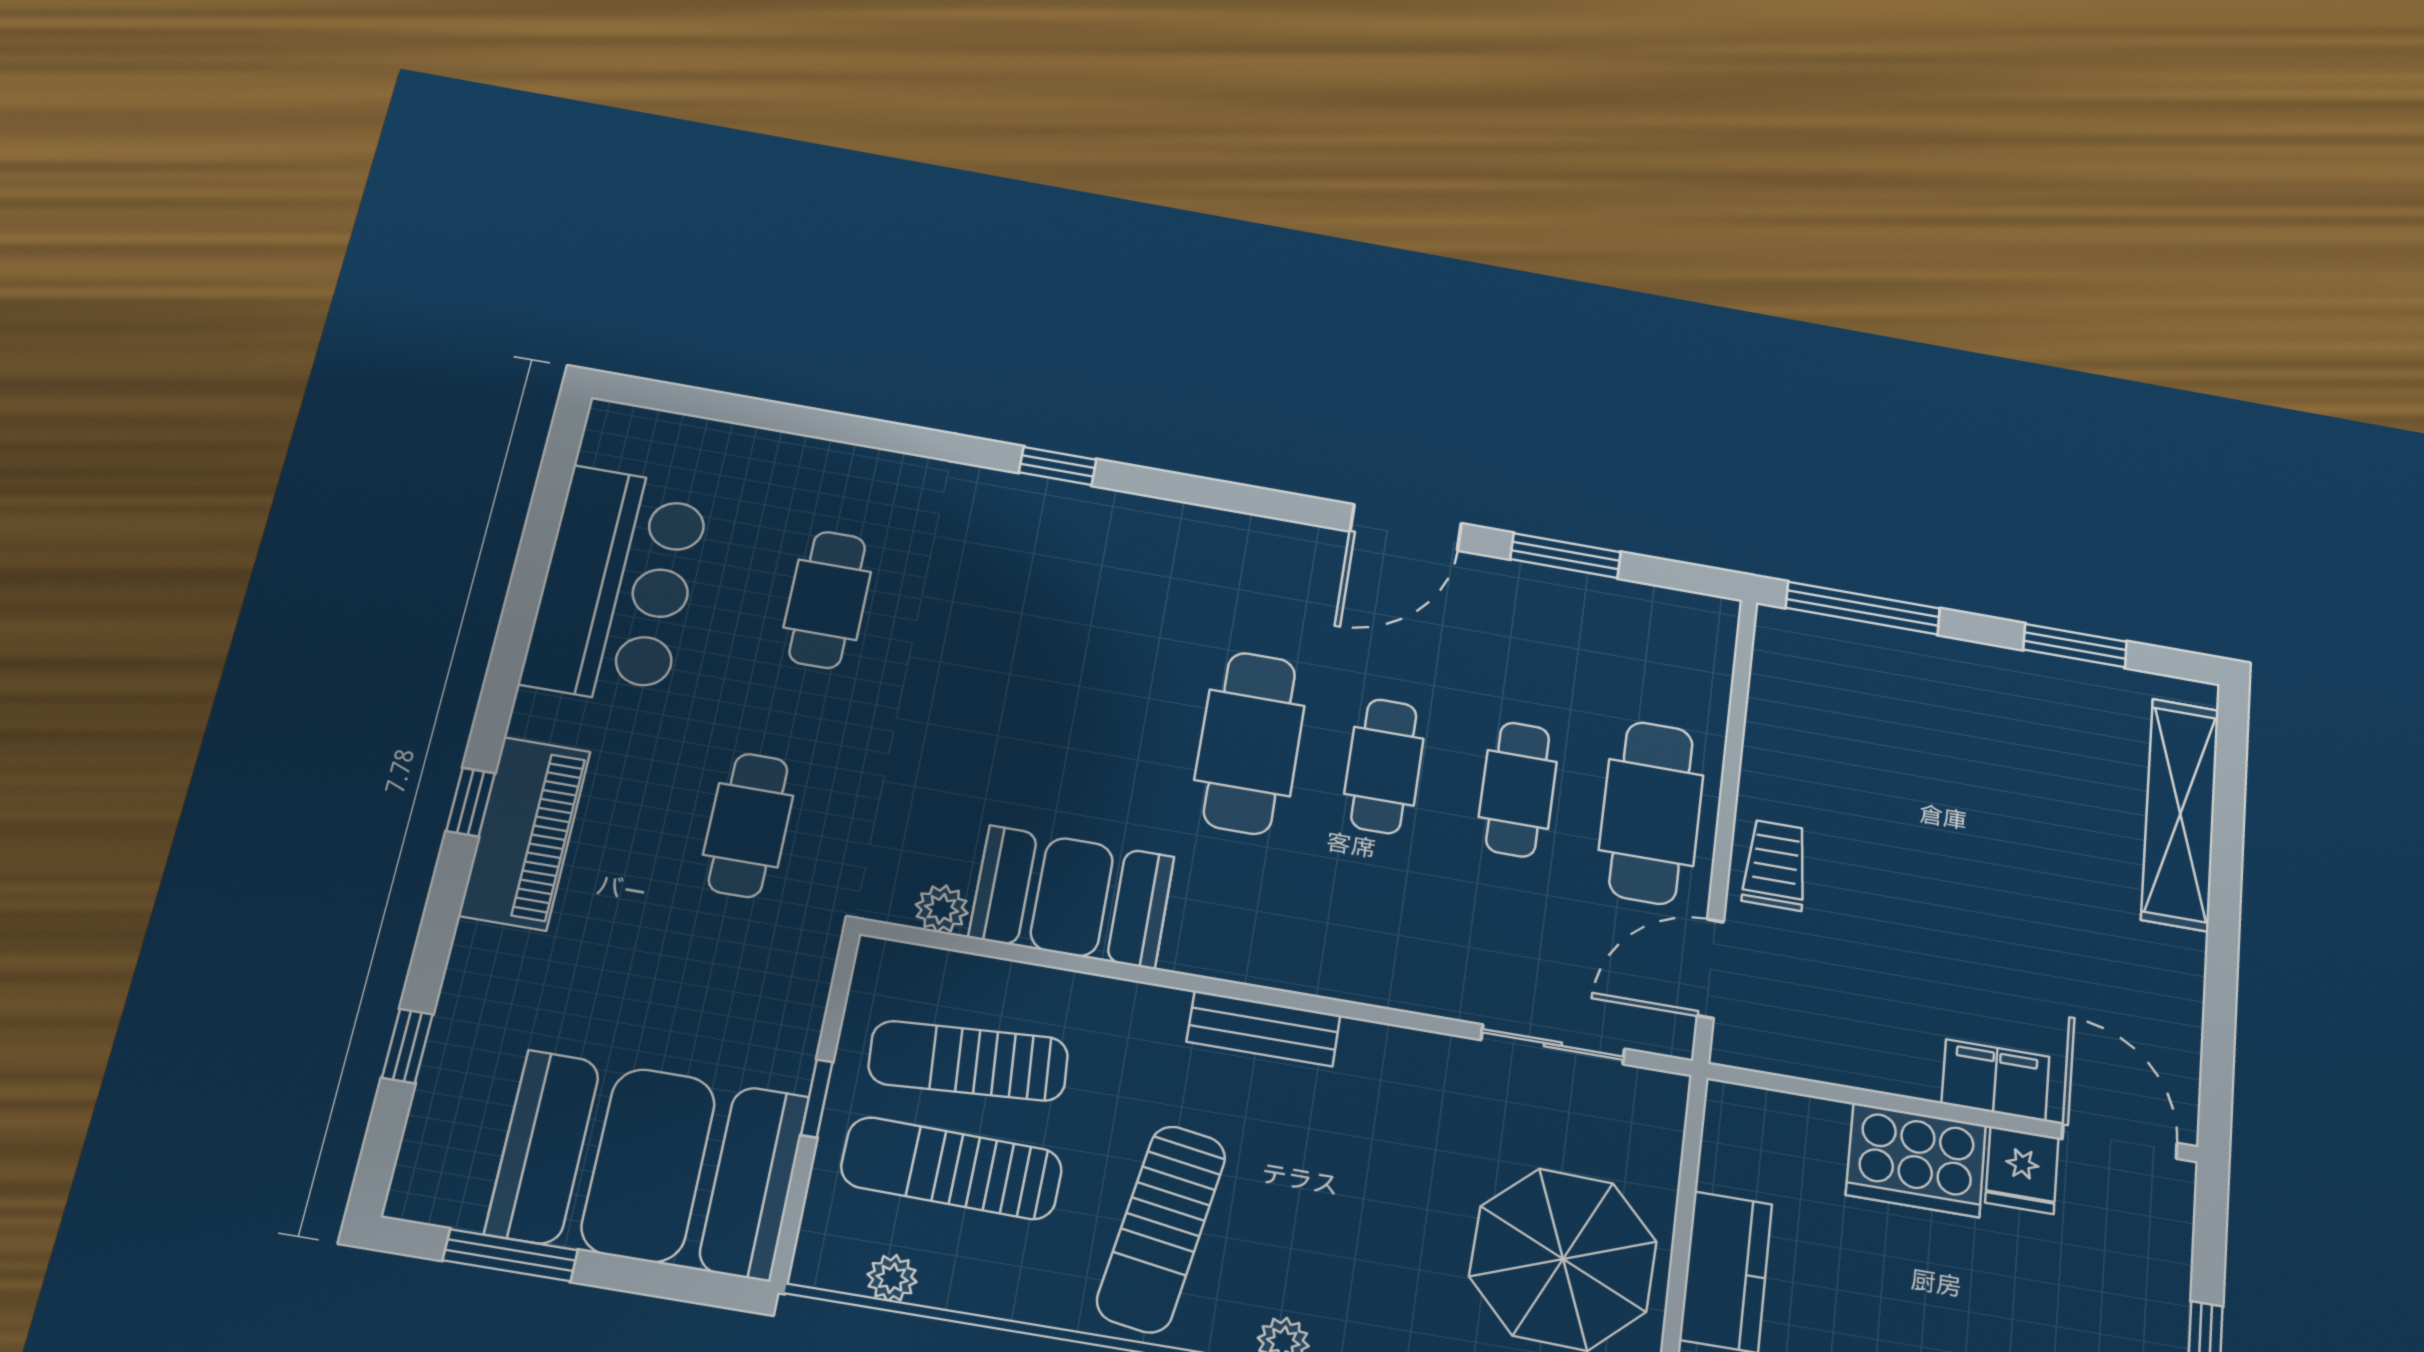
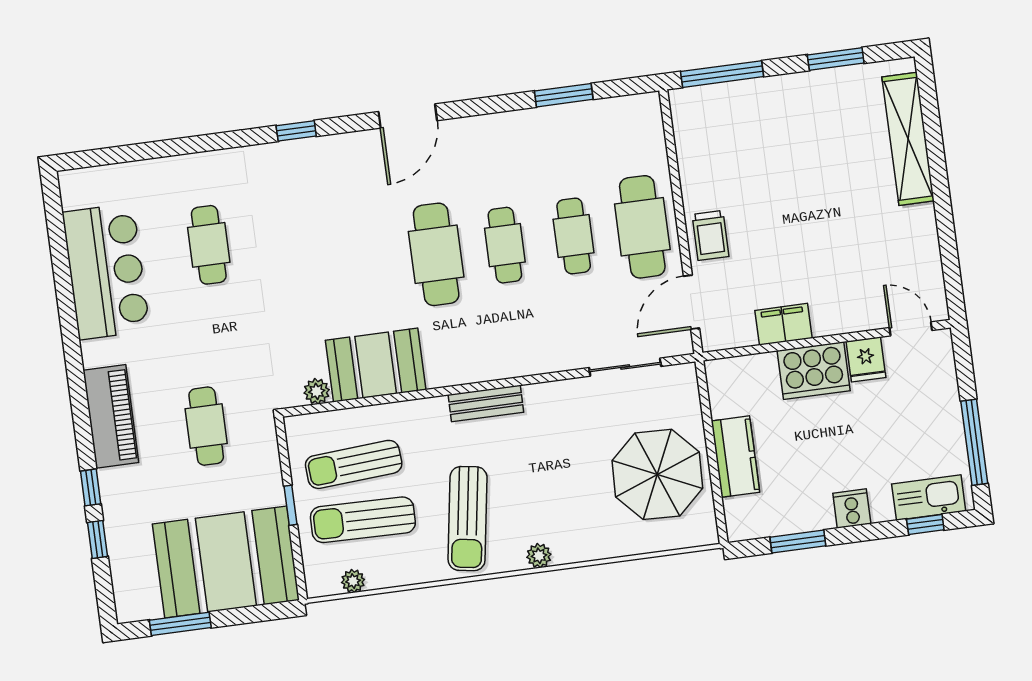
door: (1406, 527) -> (408, 116), moved
window: (471, 802) -> (91, 487), moved
cafe table: (748, 825) -> (206, 426), moved
trolley: (1775, 865) -> (710, 235), turned 180
filing cabinet: (1995, 1080) -> (783, 324), moved
door: (2120, 1141) -> (911, 329), width x0.73

